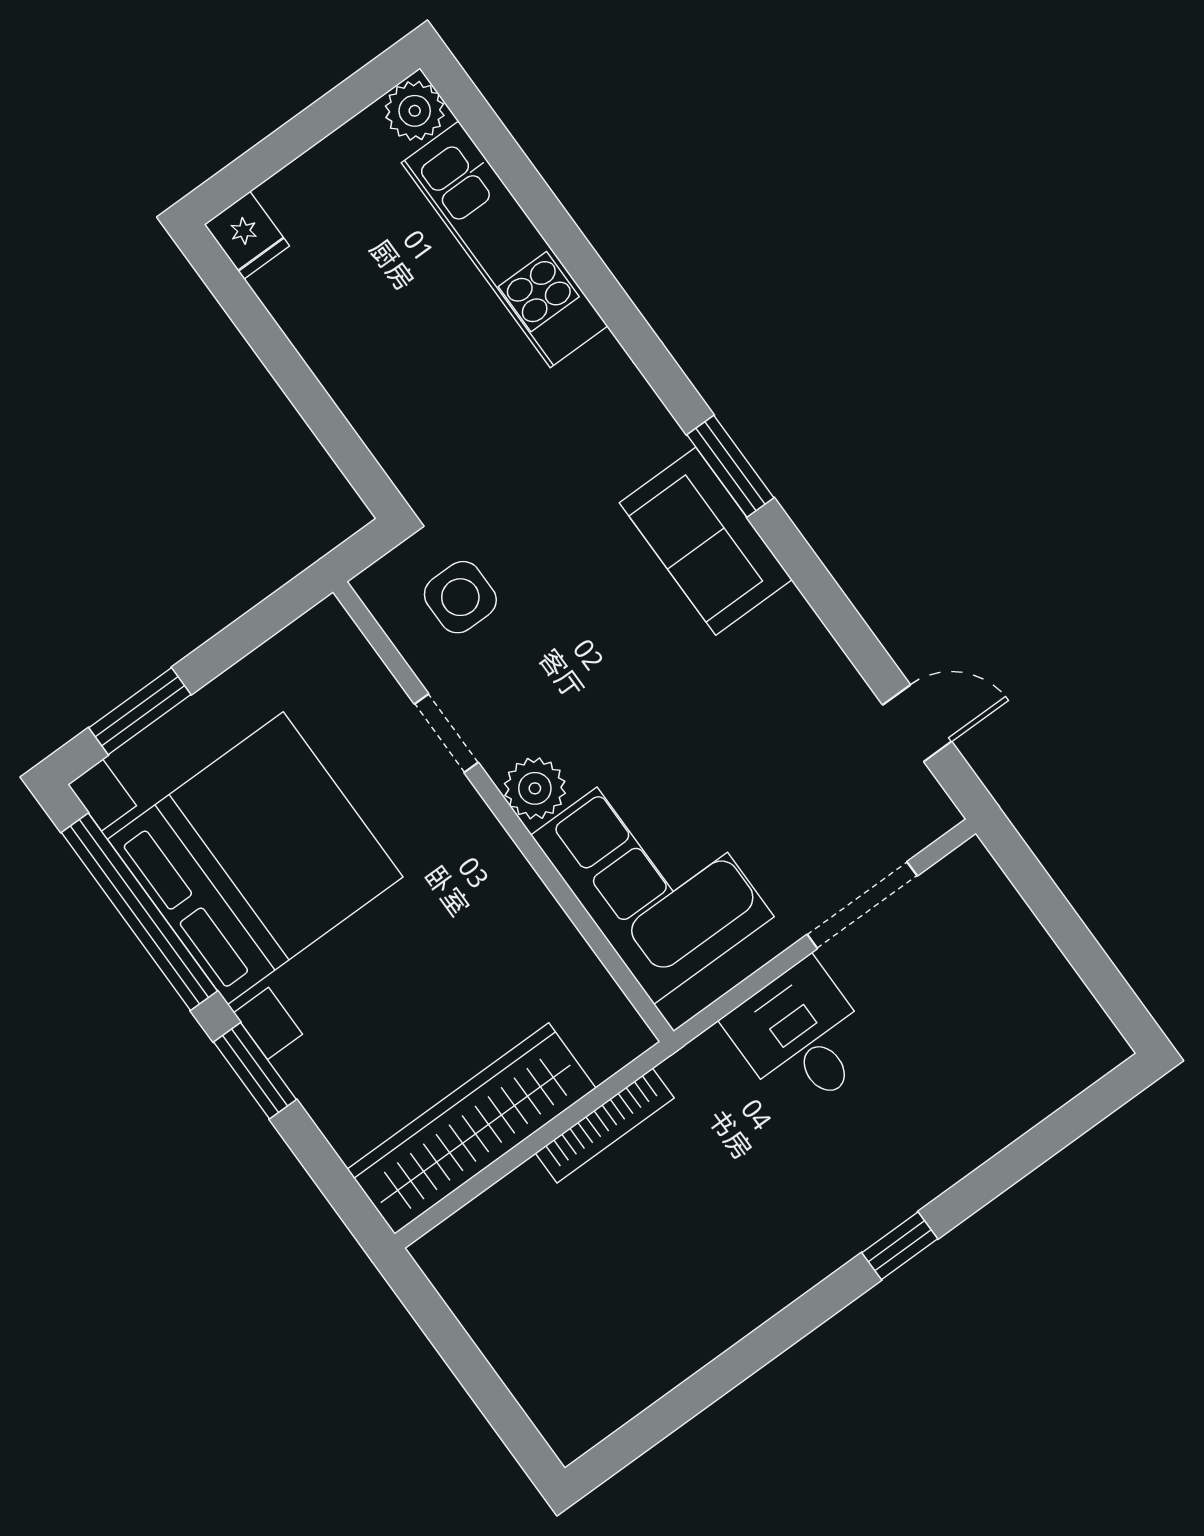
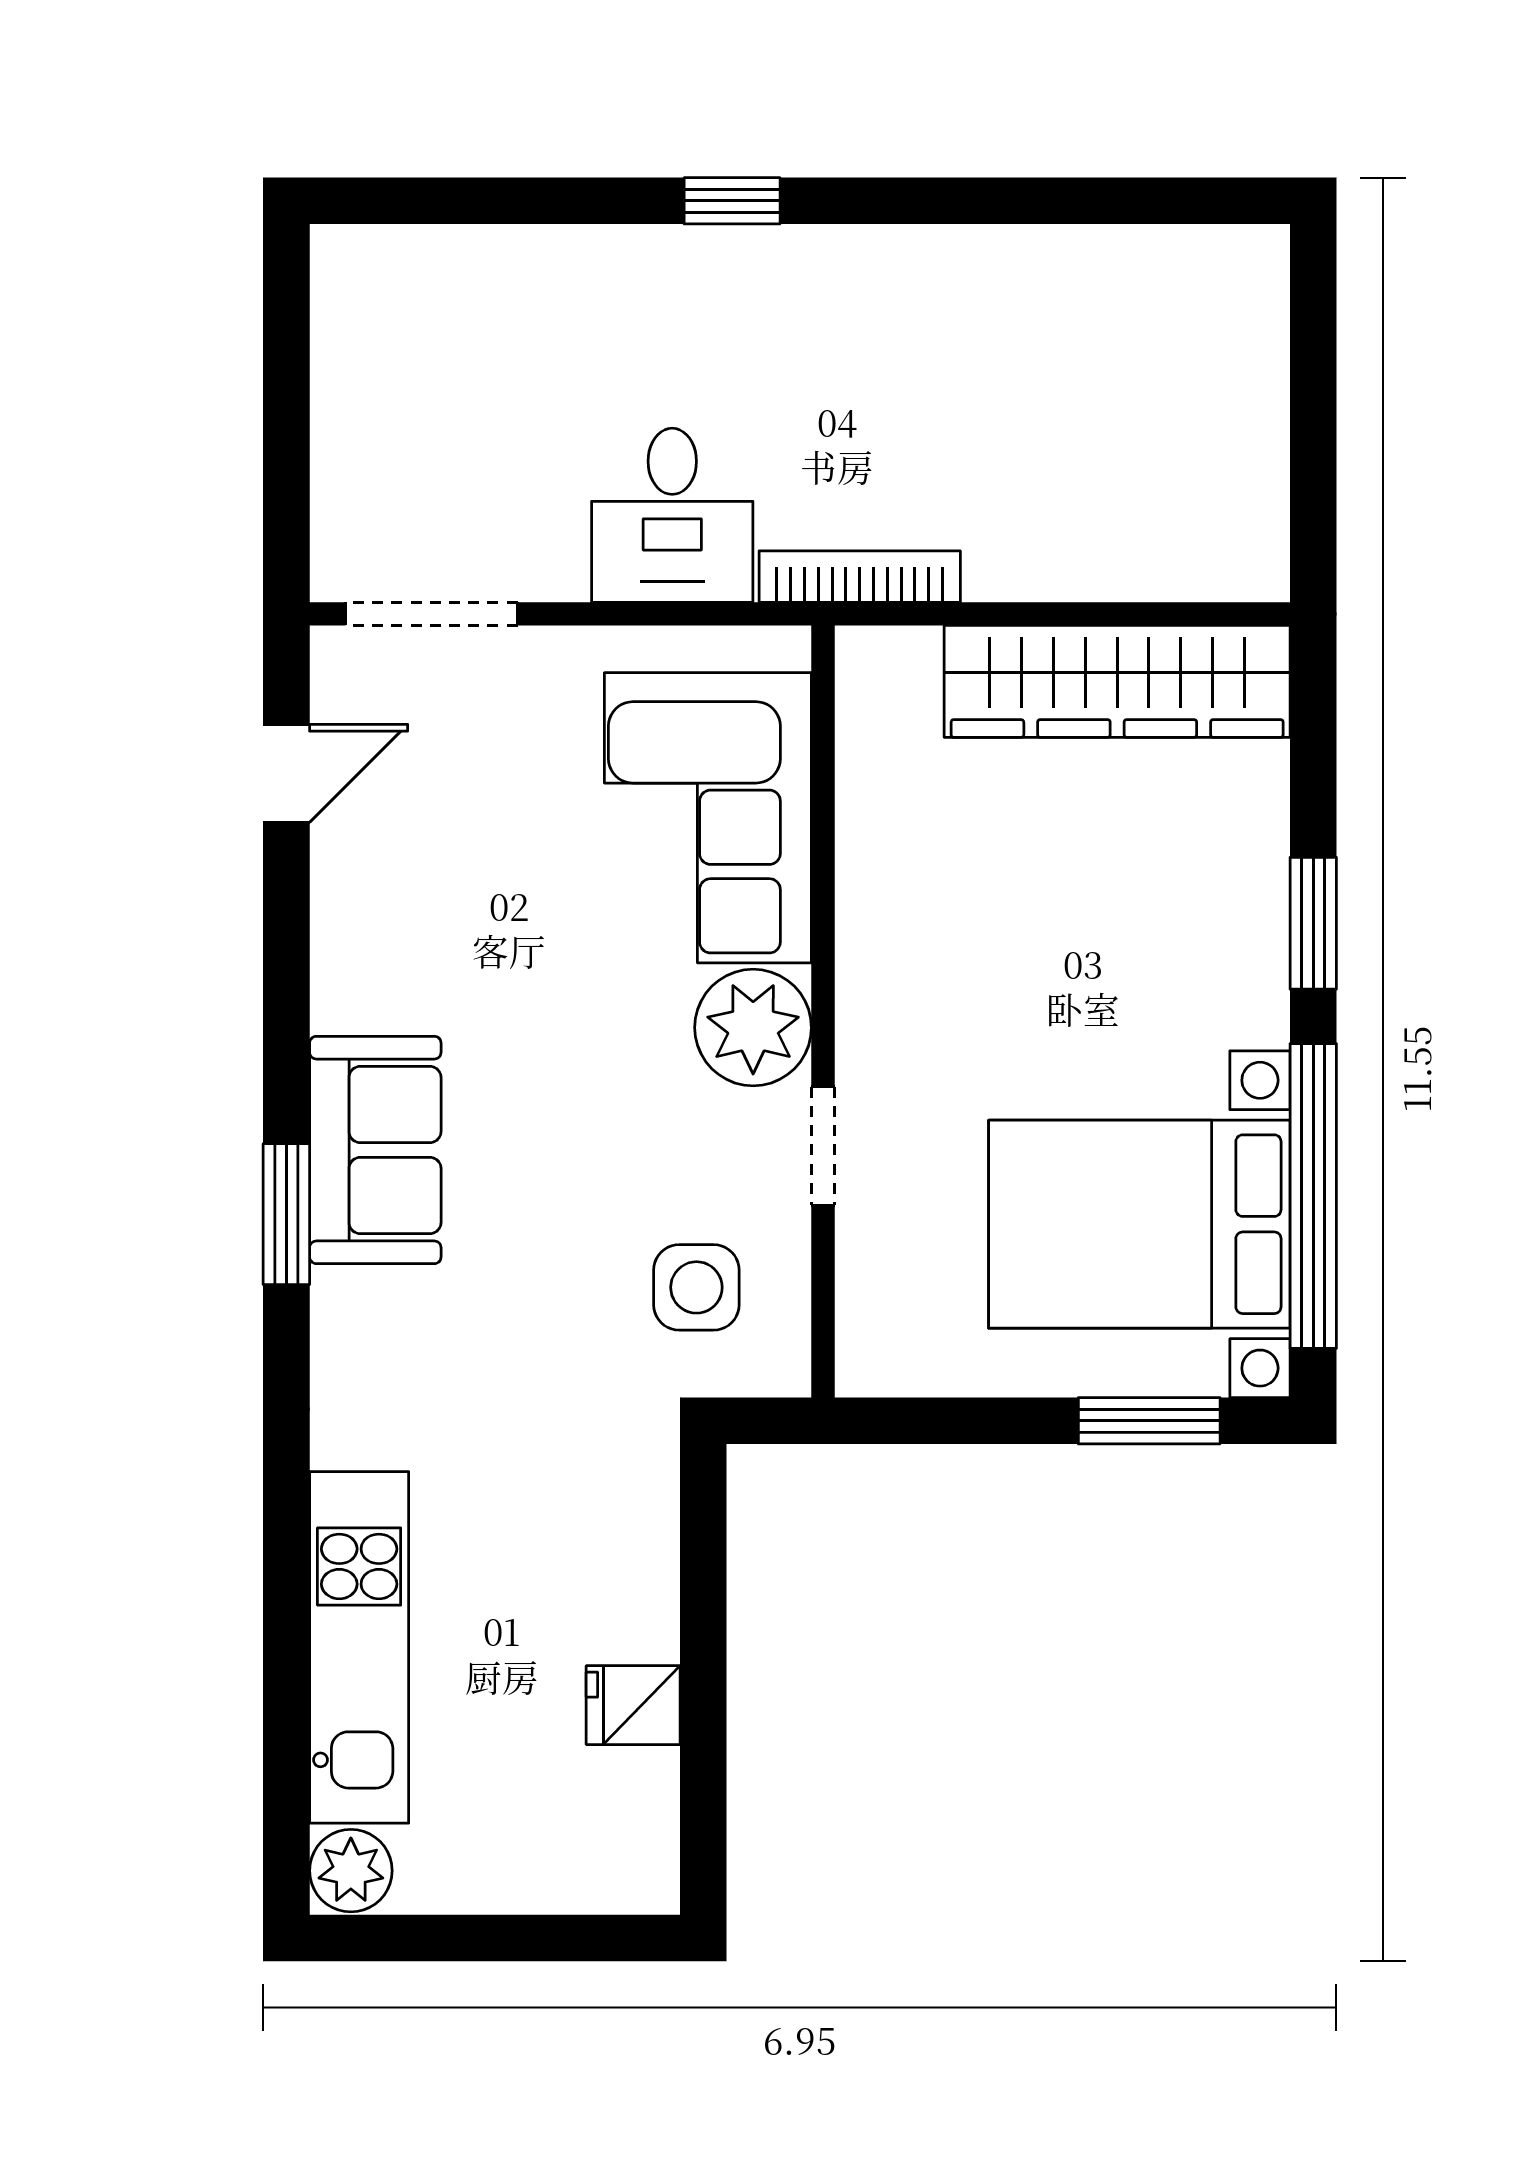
fridge: (247, 235) -> (633, 1705), moved, turned -90
door: (917, 723) -> (286, 773), swing flipped
plant: (535, 788) -> (753, 1028), width x1.36, depth x1.36
bed with nightstands: (255, 858) -> (1139, 1224), width x0.73
doorway: (862, 905) -> (432, 614), moved
bookcase: (605, 1125) -> (860, 577), moved

